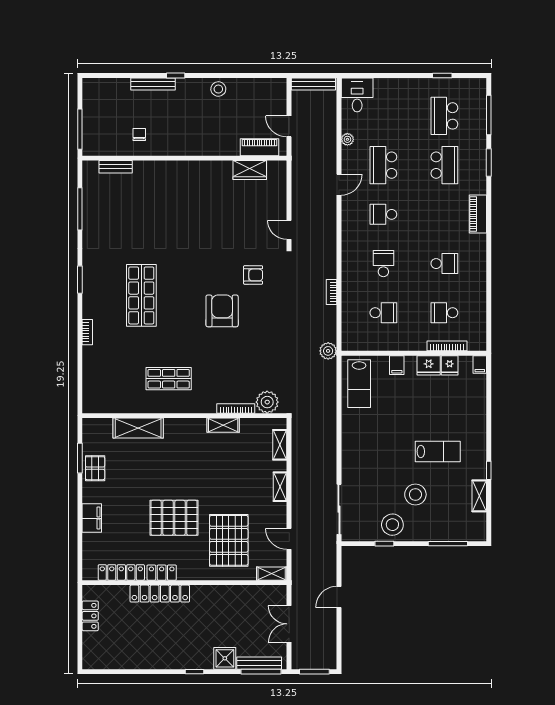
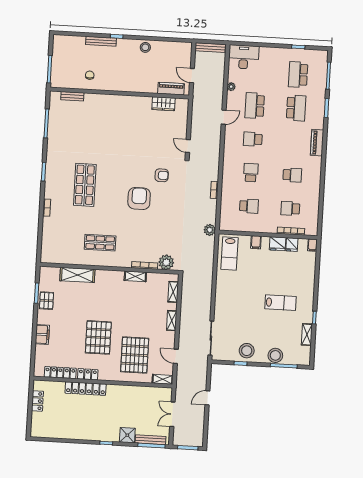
desk: (357, 95) -> (244, 57), width x1.37
stool: (415, 494) -> (275, 355), moved
pallet: (174, 518) -> (98, 337), turned 90

